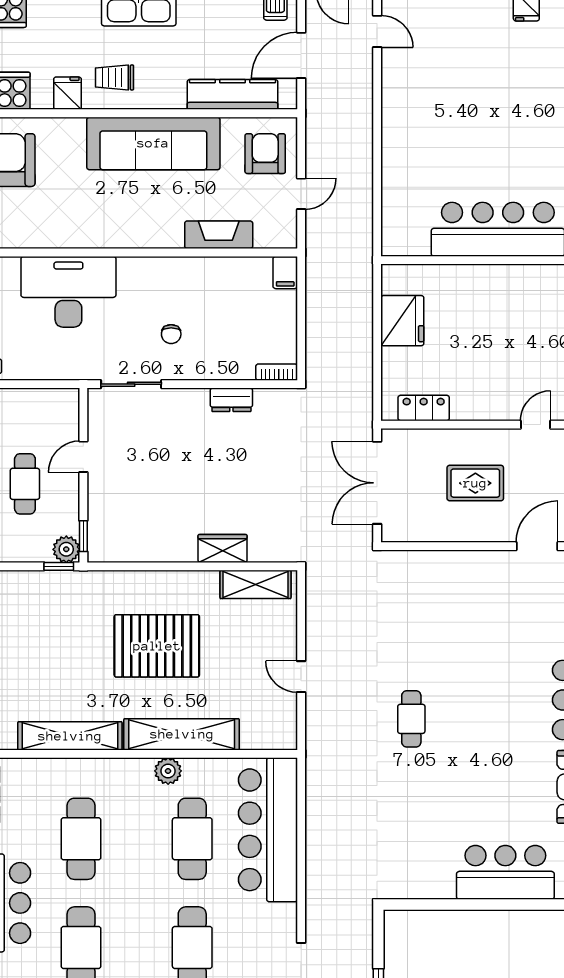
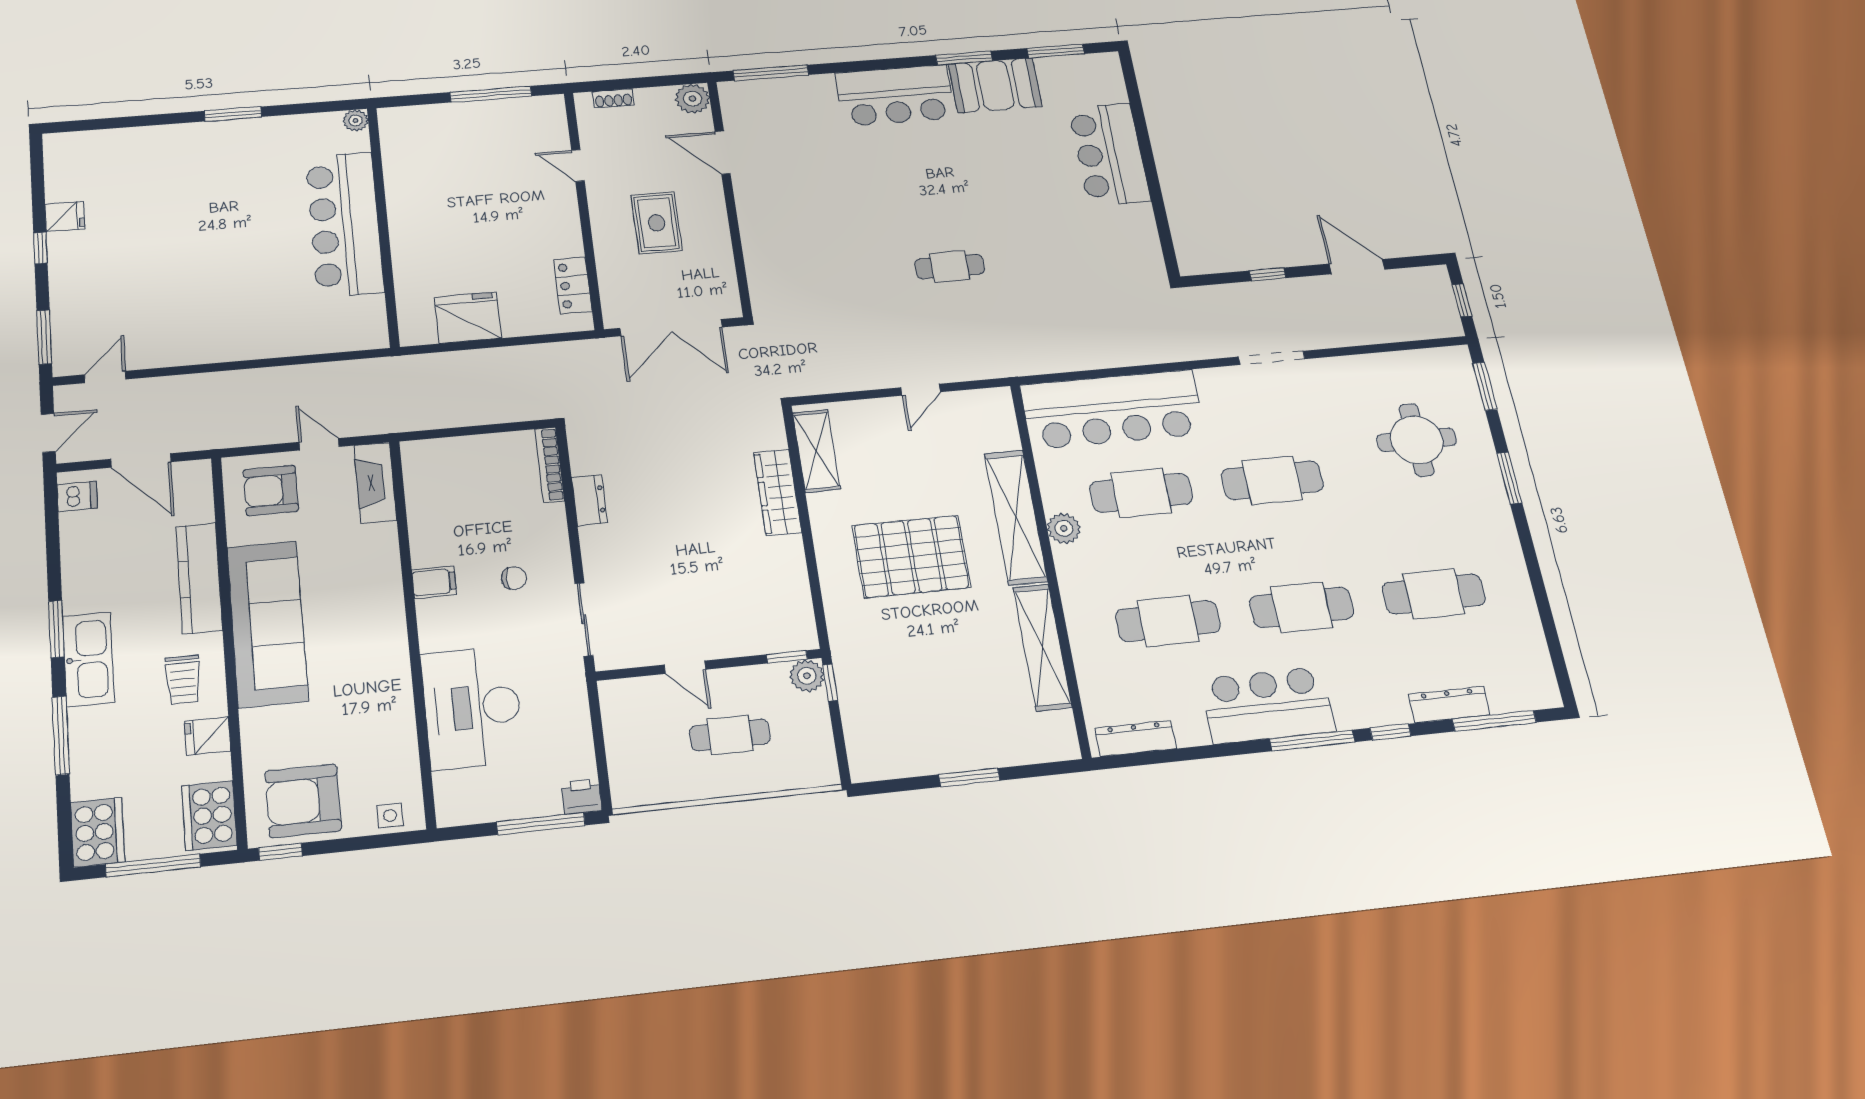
kitchen counter: (232, 94) -> (199, 578), moved
fireplace: (219, 235) -> (375, 483), moved
filing cabinet: (285, 273) -> (434, 582), moved
bookcase: (277, 372) -> (550, 465), width x1.56
wardrobe: (223, 548) -> (778, 492), width x1.50
pallet: (157, 646) -> (911, 556), turned 90

